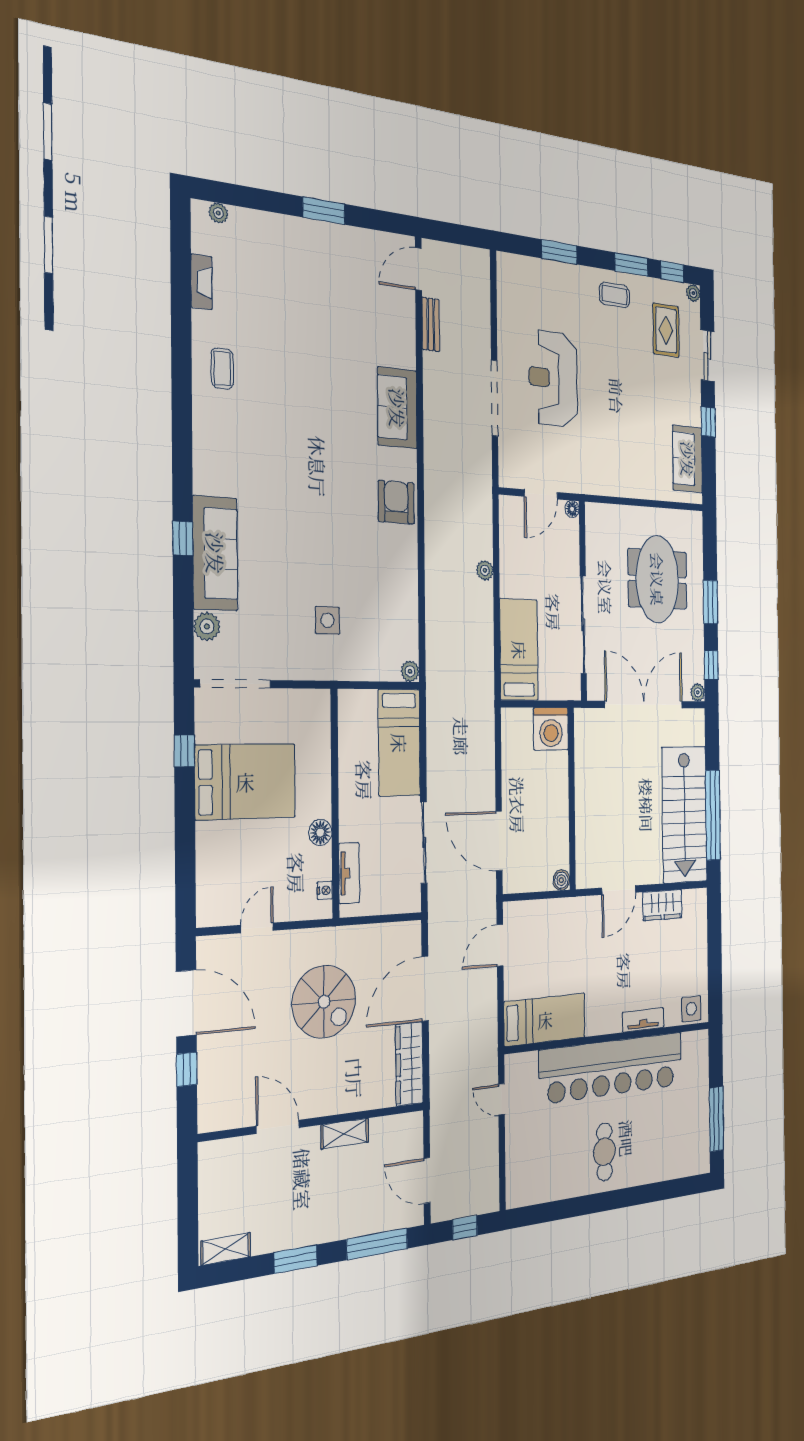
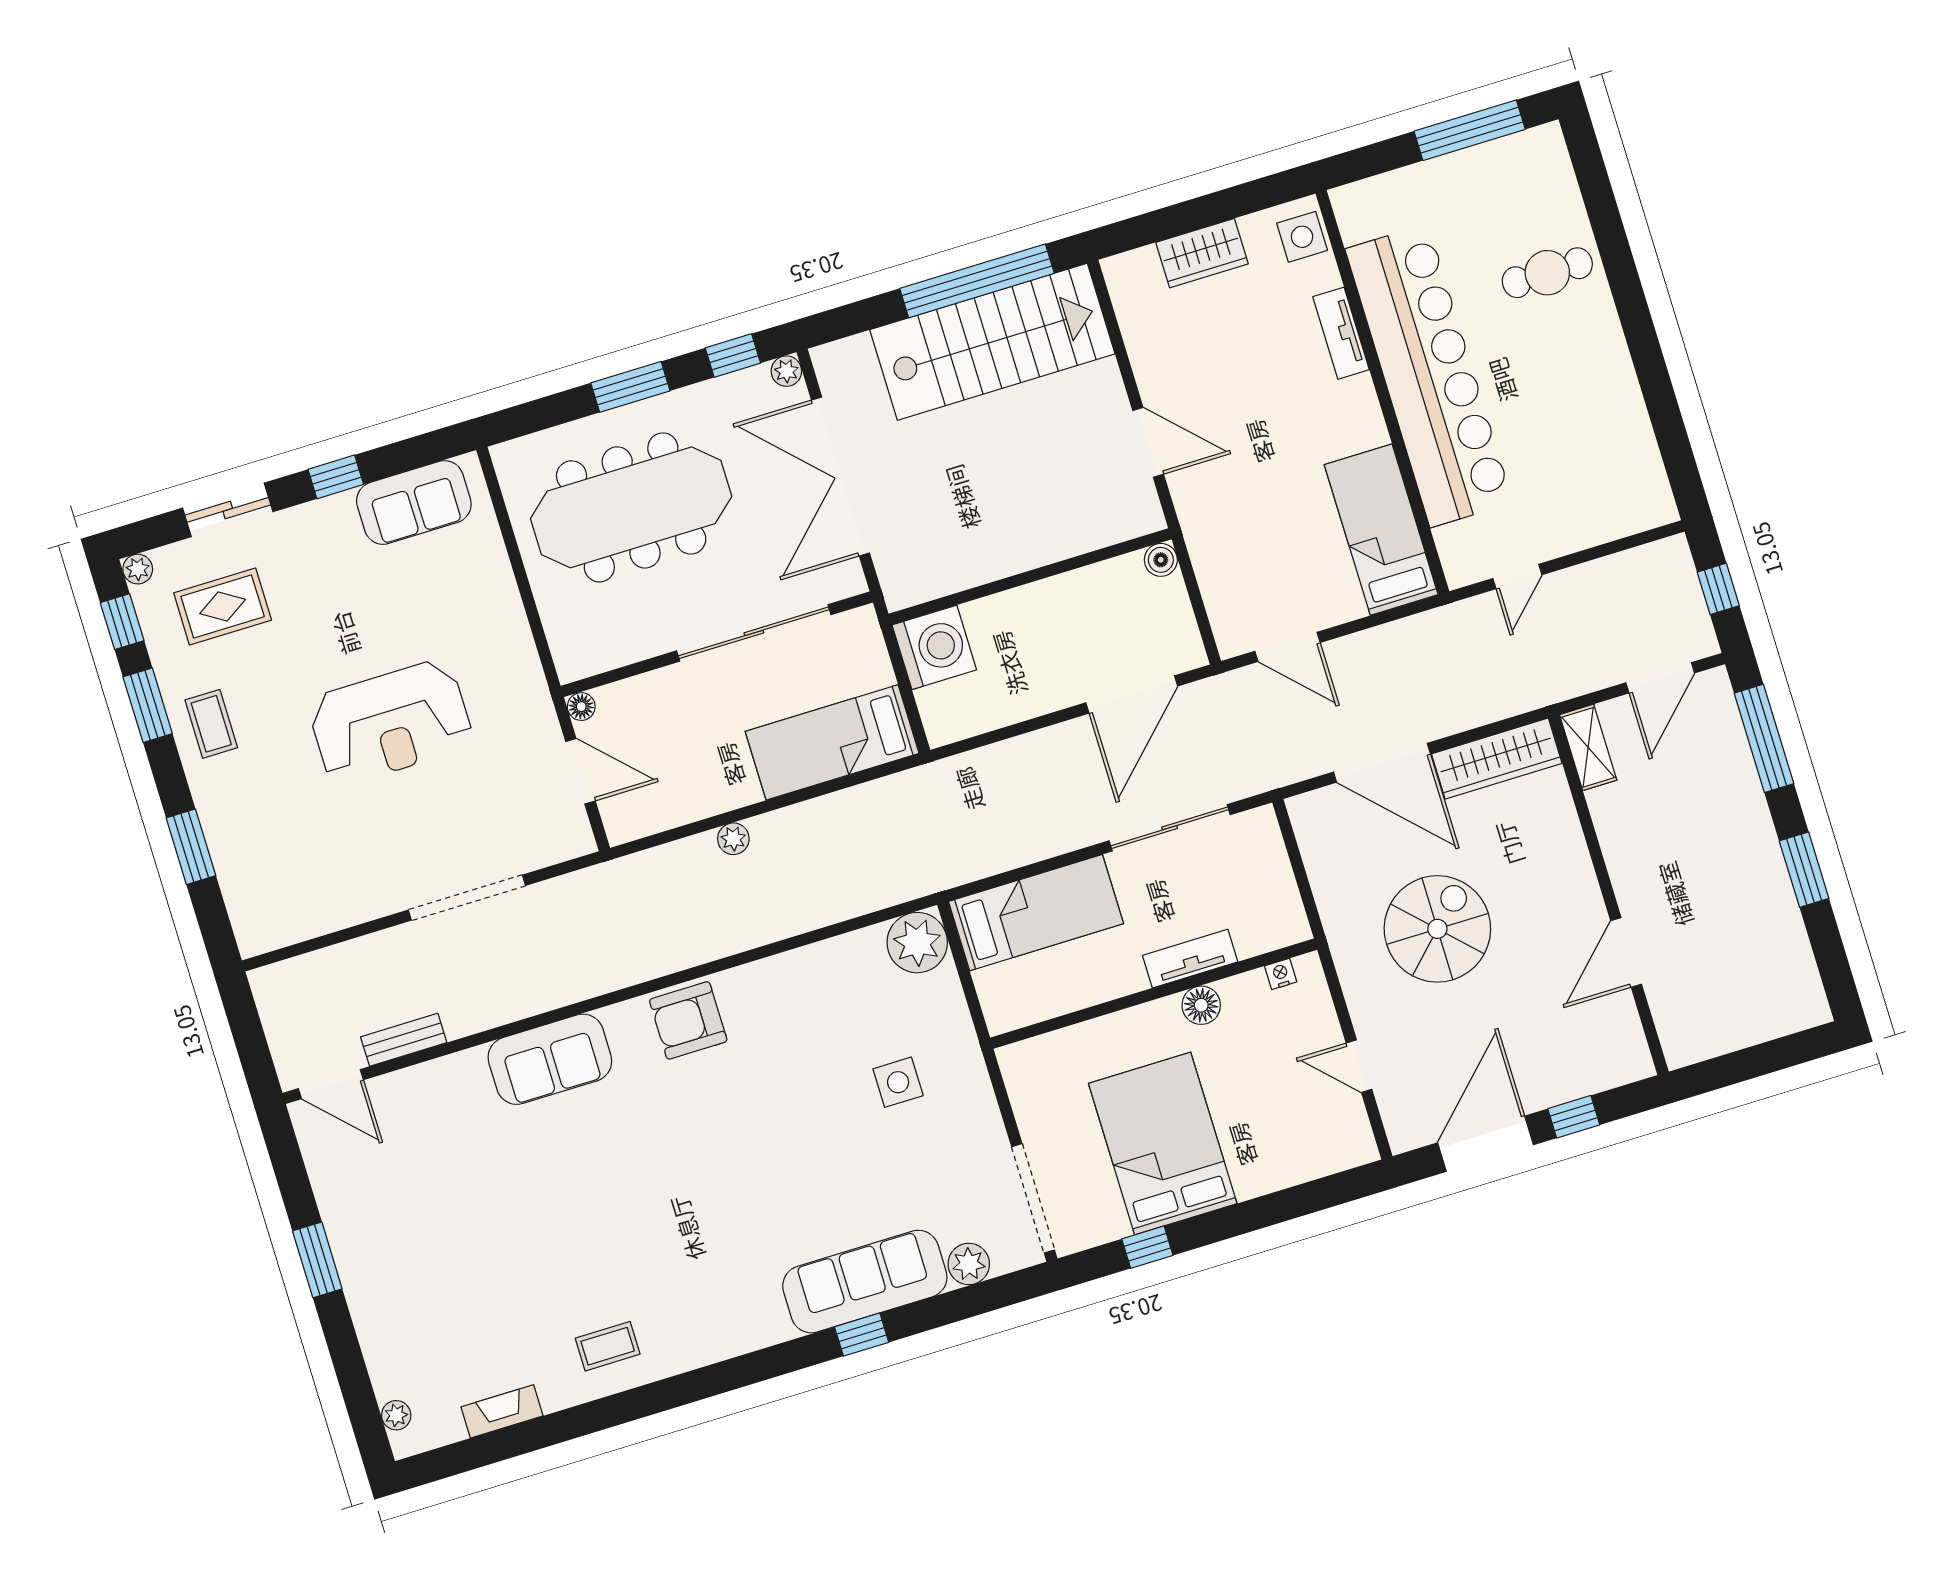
reception desk: (553, 379) -> (390, 723), moved
meeting table: (657, 579) -> (631, 507), width x1.36
plant: (410, 671) -> (917, 943), width x1.87, depth x1.87
tv unit: (349, 873) -> (1190, 959), moved
wardrobe: (662, 905) -> (1202, 253), moved, turned 90
shelving: (345, 1134) -> (1588, 747), moved
cafe table: (605, 1152) -> (1547, 273), moved
shelving: (226, 1249) -> (1805, 985), removed

